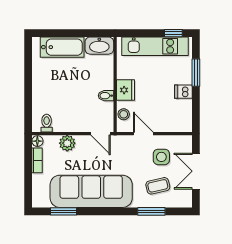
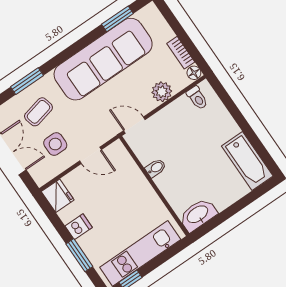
bathtub: (62, 47) -> (247, 161), moved, turned -90
fridge: (125, 90) -> (58, 196), moved, turned 180
stool: (124, 114) -> (124, 161), removed

